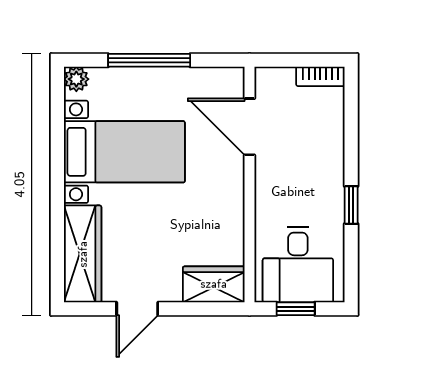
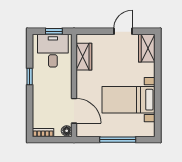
plant: (76, 79) -> (149, 131), removed
floor lamp: (266, 81) -> (67, 131), added
wardrobe: (83, 254) -> (147, 48), width x0.67
wardrobe: (214, 284) -> (84, 57), moved, turned -90

